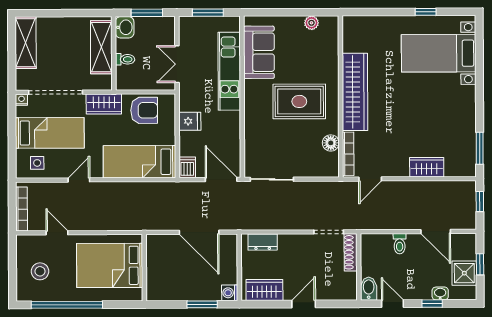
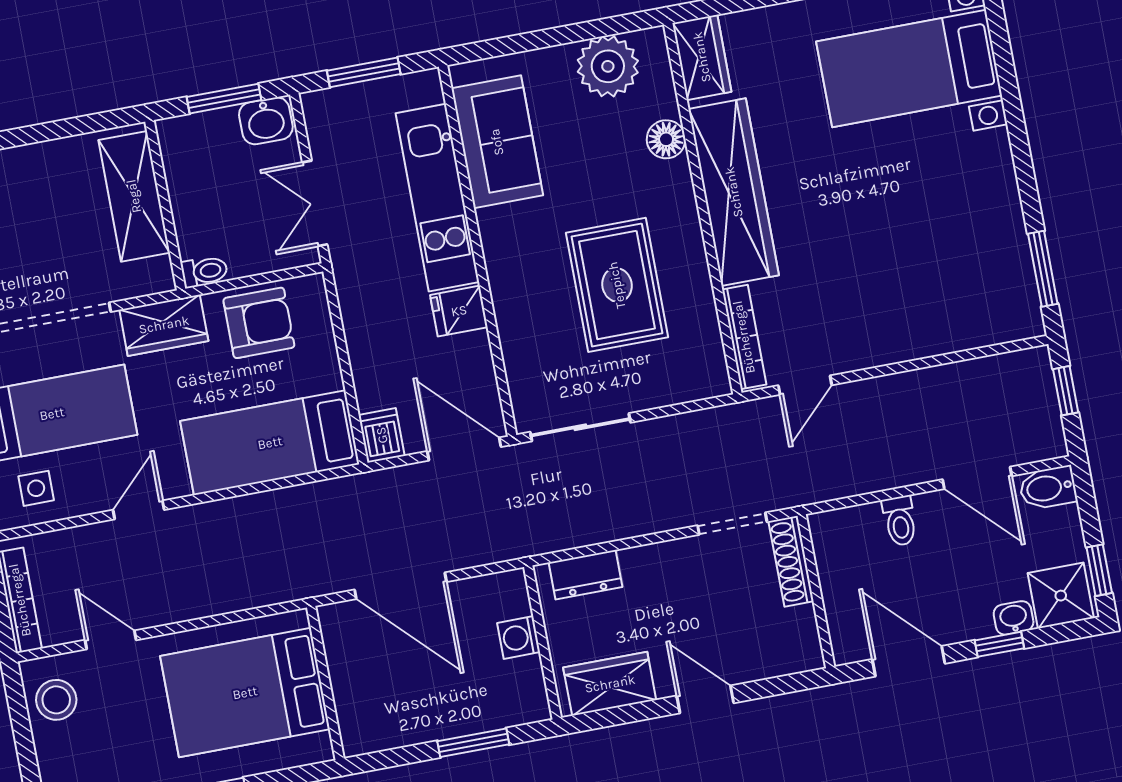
plant: (311, 23) -> (608, 66), width x1.88, depth x1.88
washbasin: (125, 27) -> (266, 121), moved, turned 90
toilet: (125, 59) -> (204, 271), moved
rug: (299, 101) -> (617, 285), moved, turned 90
fridge: (190, 121) -> (459, 311), moved, turned 180
floor lamp: (331, 143) -> (666, 139), moved
wardrobe: (427, 167) -> (702, 57), moved, turned 90
door: (199, 232) -> (400, 586), moved
window: (480, 264) -> (1099, 570), moved
stool: (40, 271) -> (56, 700), moved
shower: (464, 273) -> (1061, 596), moved
bidet: (369, 289) -> (1048, 488), moved, turned -90
washing machine: (230, 293) -> (519, 637), moved
door: (304, 304) -> (705, 699), hinge flipped
door: (392, 304) -> (909, 661), width x1.38

